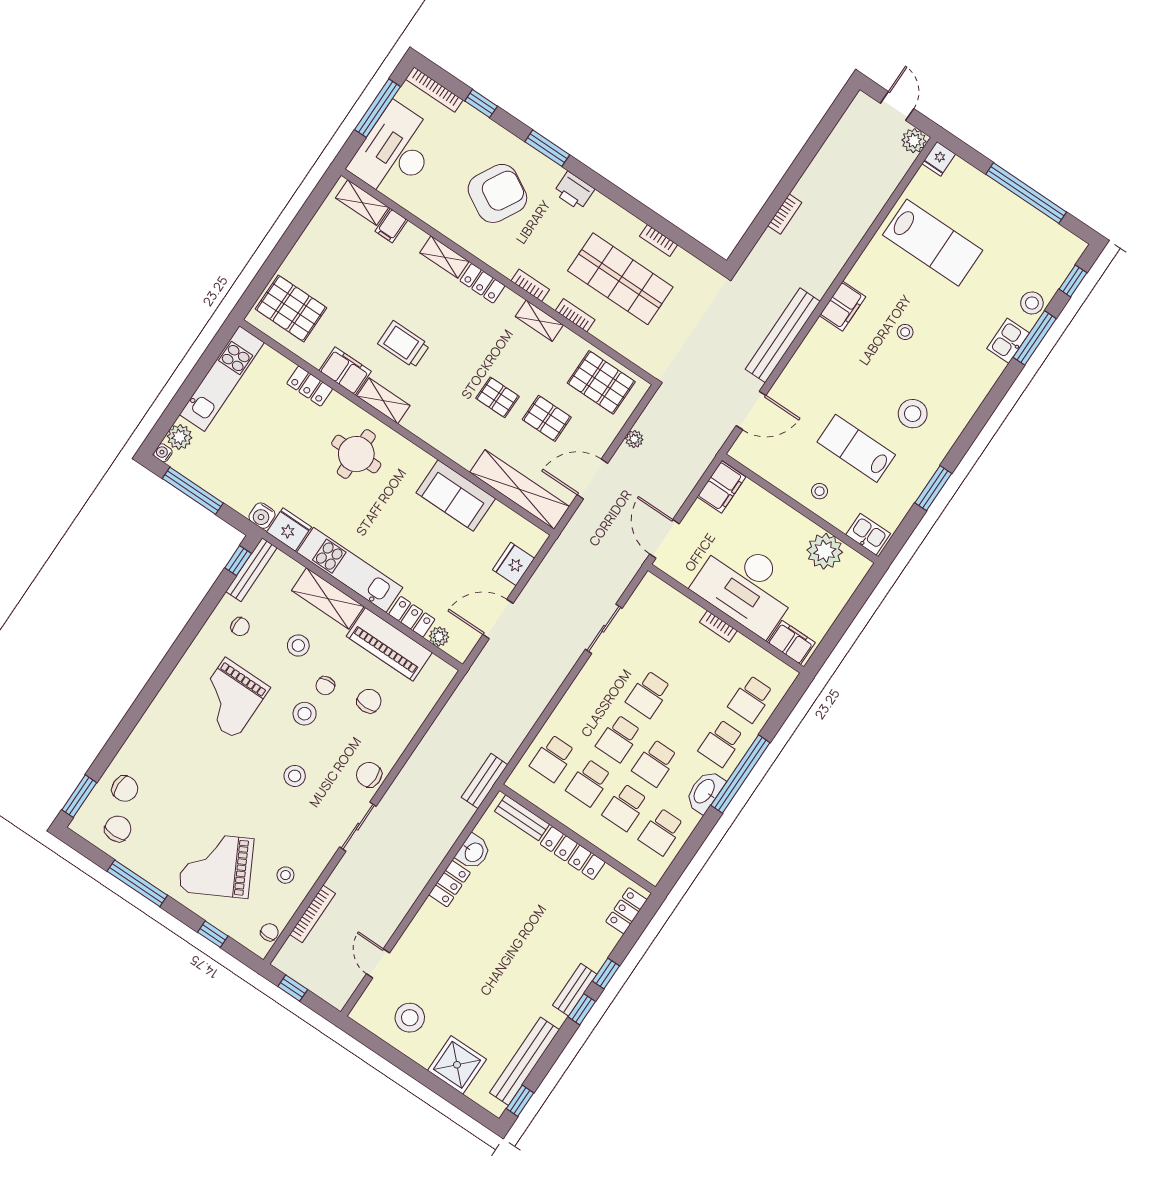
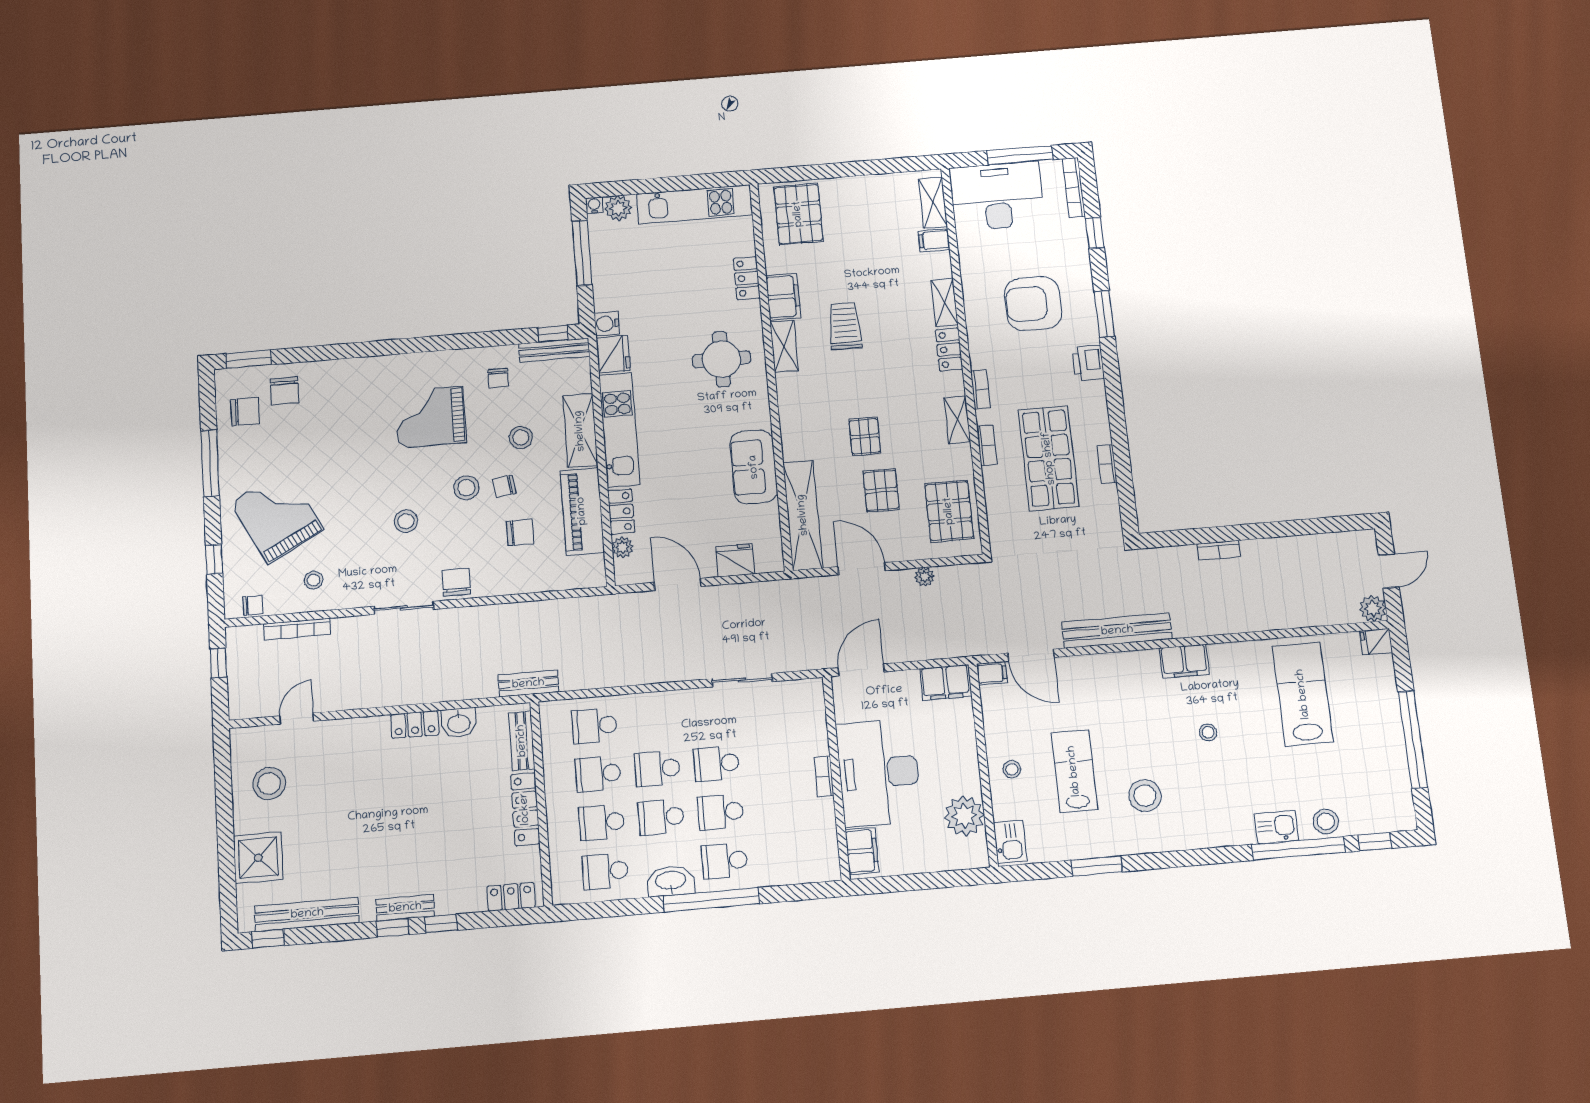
armchair: (497, 193) -> (1033, 303), turned 151
lab bench: (933, 243) -> (1303, 694), turned 180
window: (1035, 338) -> (1298, 848), width x1.46
filing cabinet: (741, 449) -> (992, 673), added
school desk: (751, 699) -> (720, 812), moved

